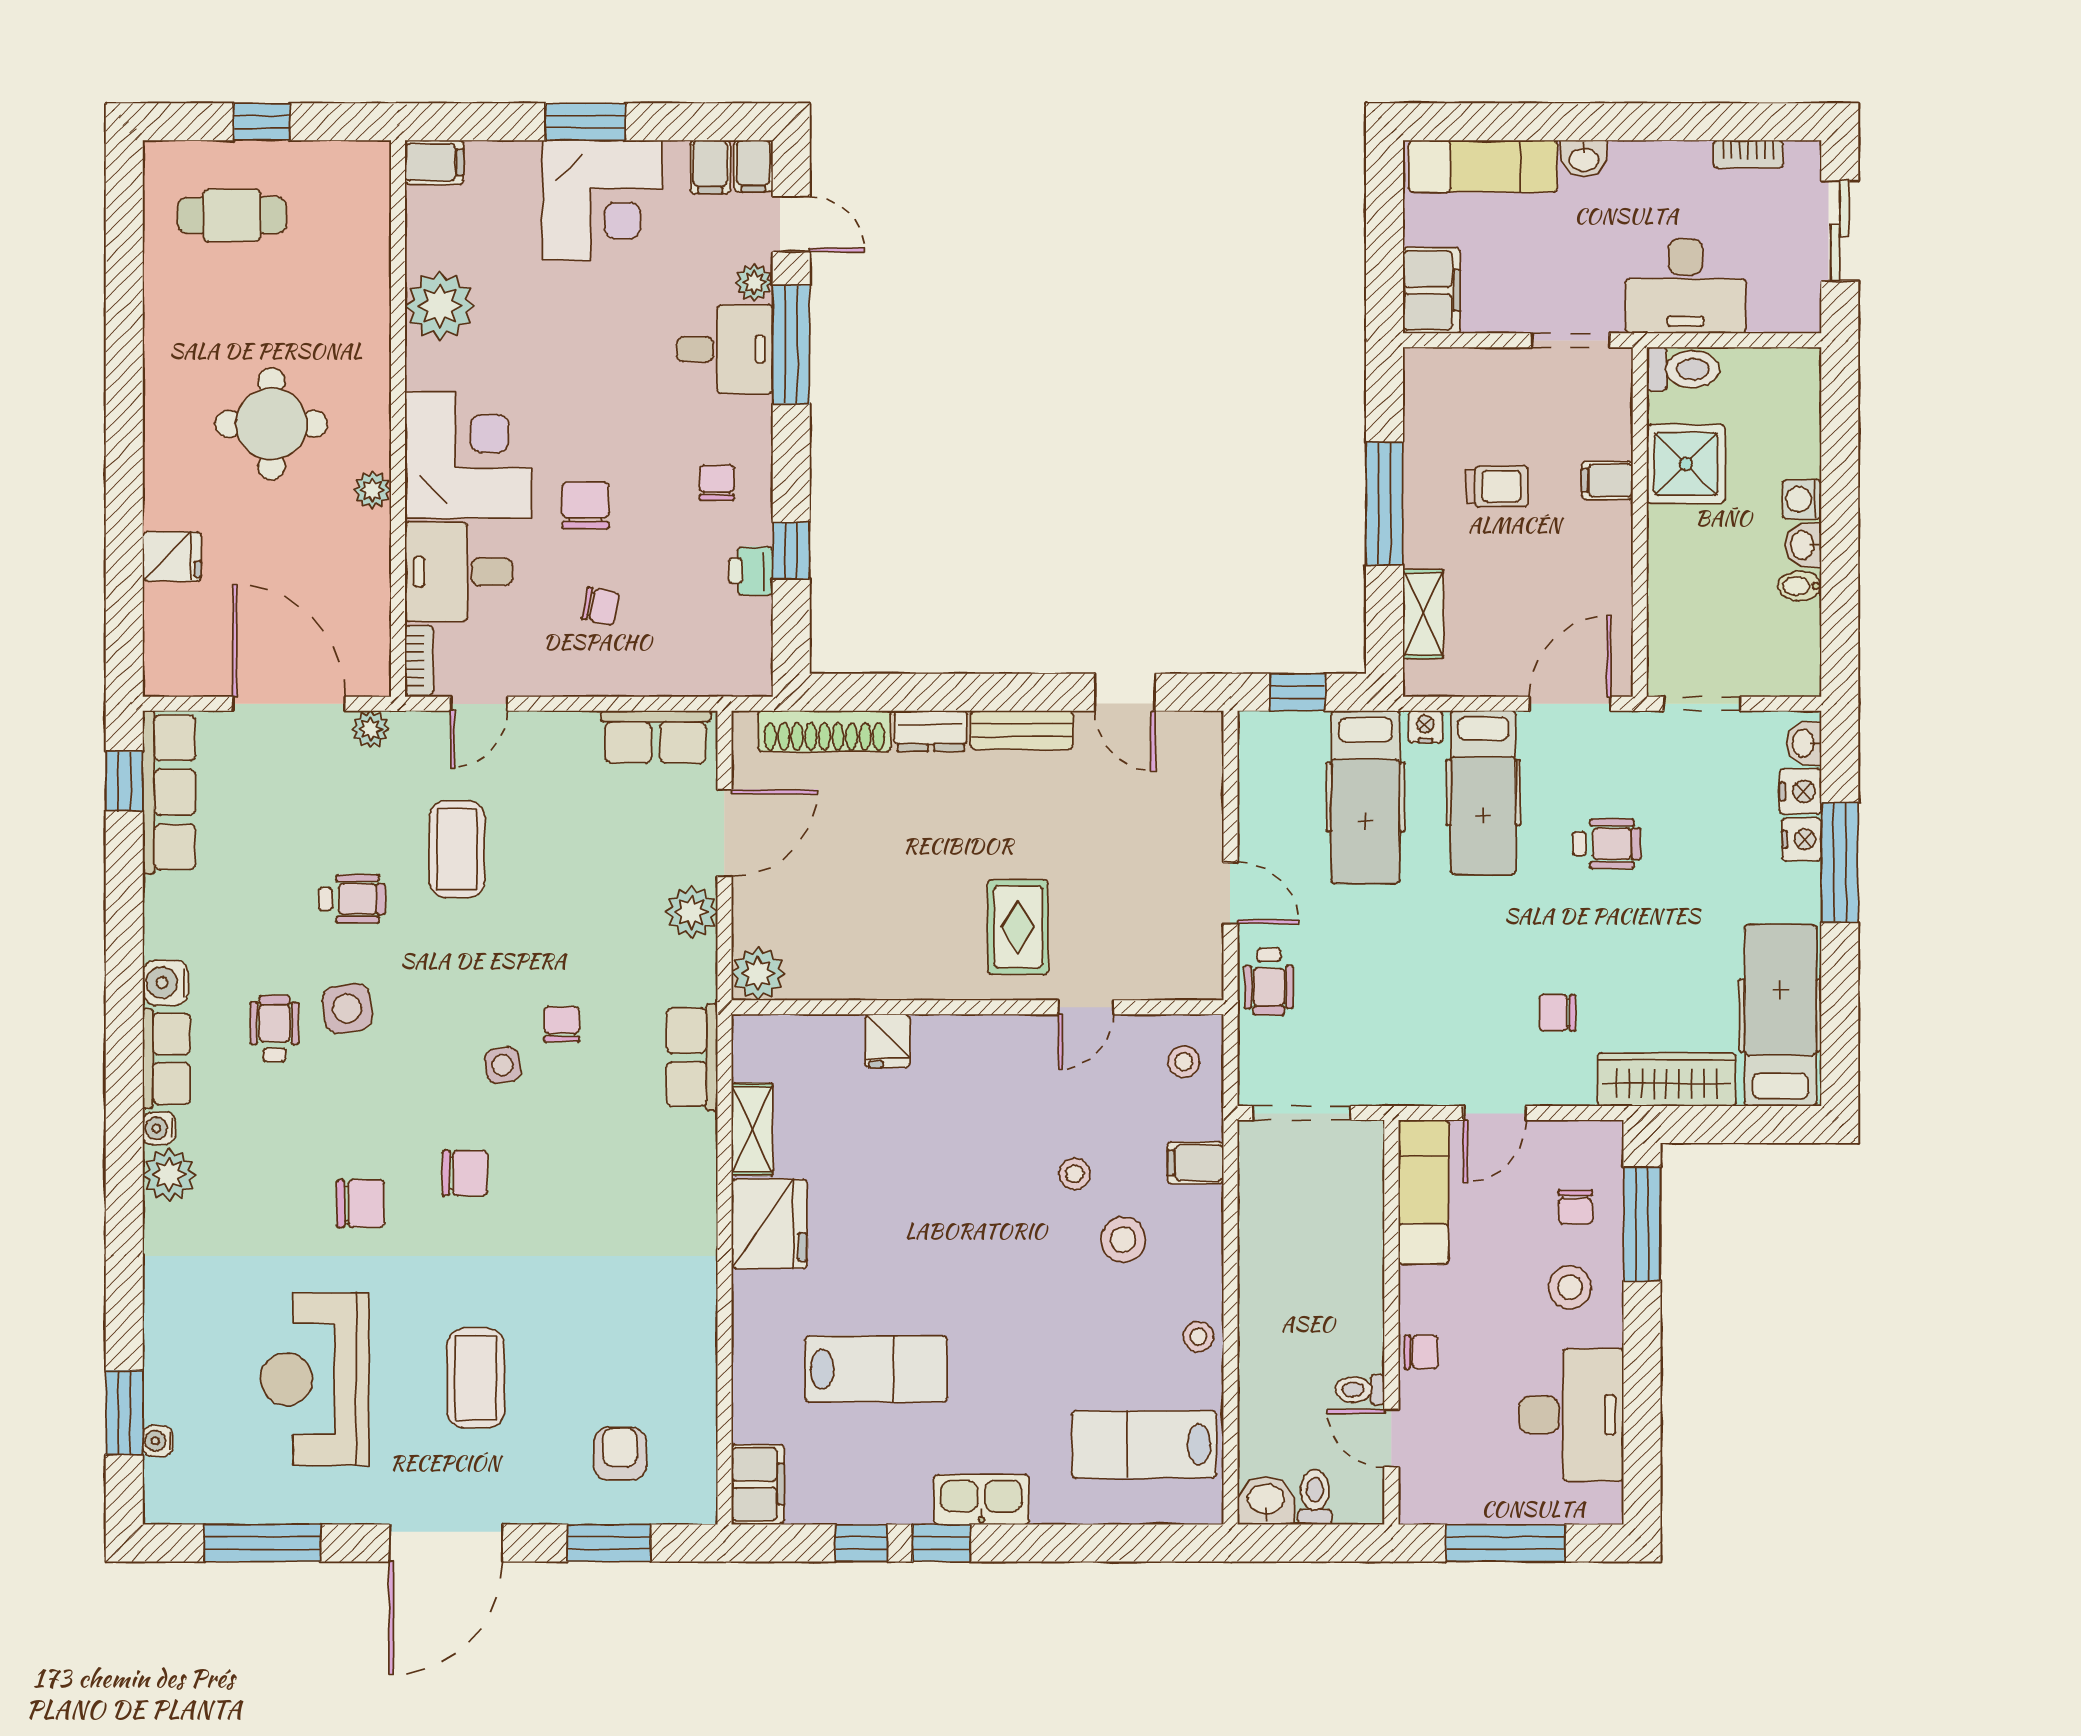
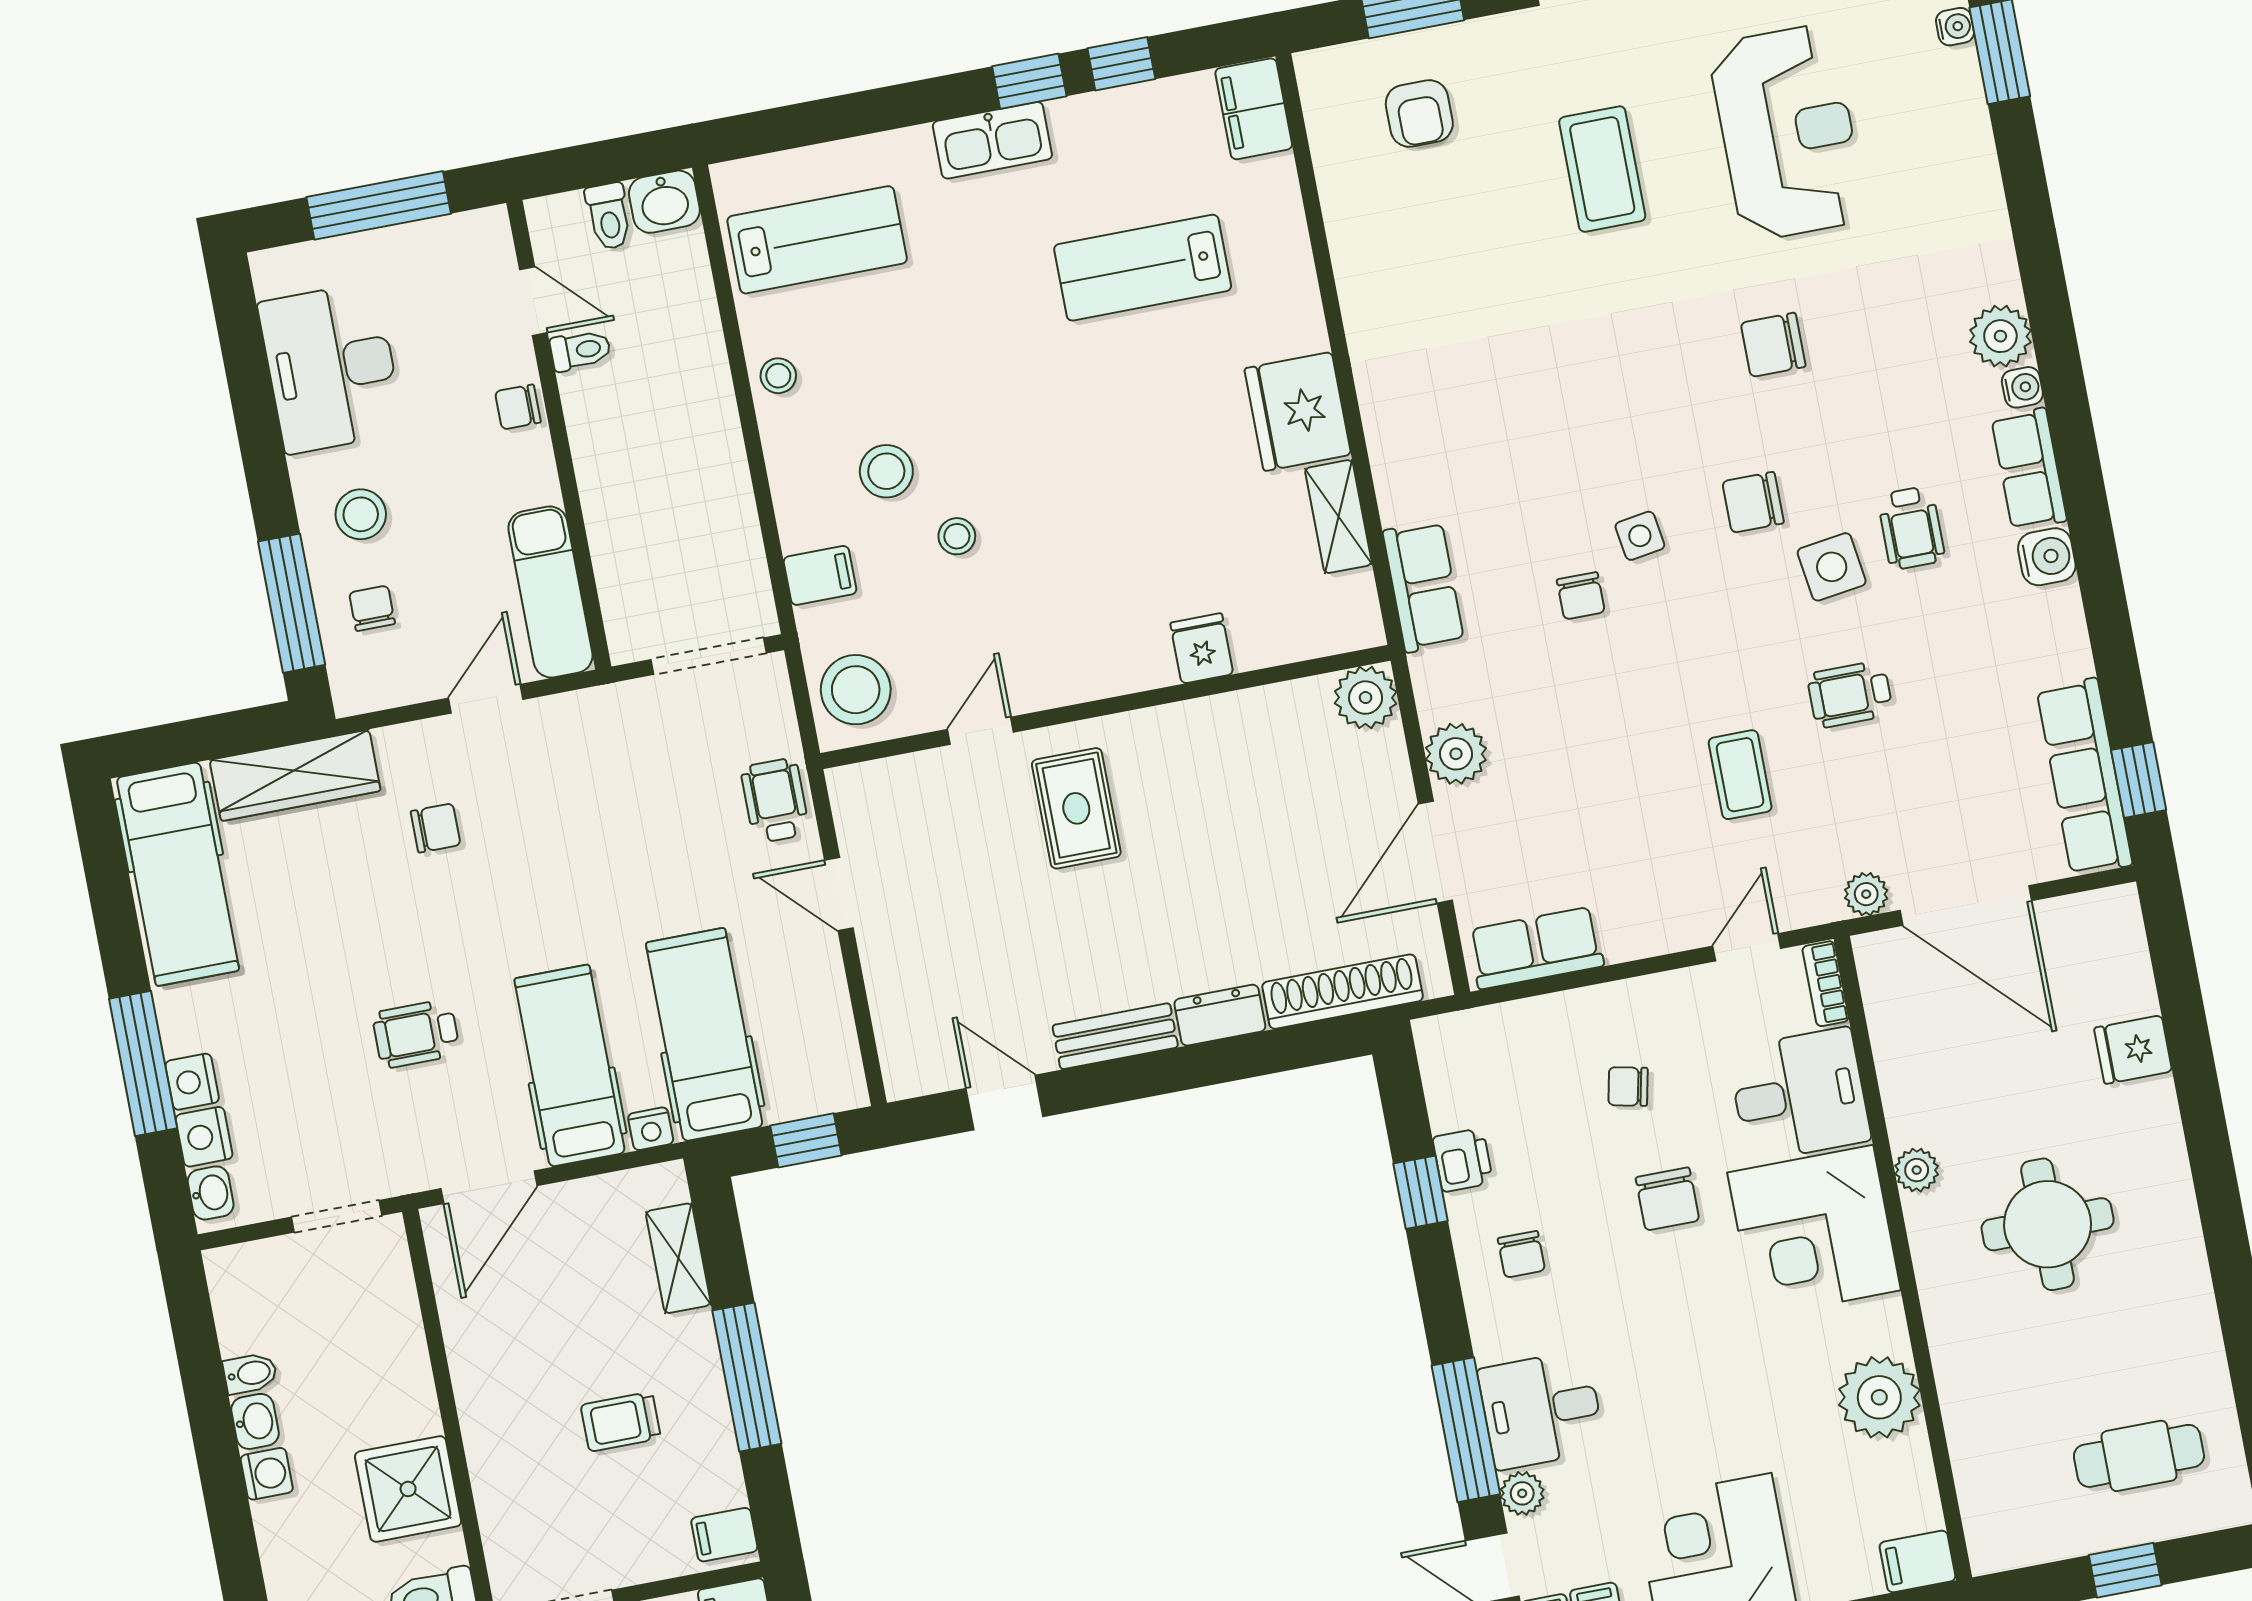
filing cabinet: (1607, 480) -> (724, 1535), moved, turned 180
coffee table: (457, 849) -> (1740, 775), width x0.73, depth x0.77
stool: (1184, 1062) -> (856, 690), width x1.89, depth x1.89
chair: (465, 1173) -> (1753, 502), moved

